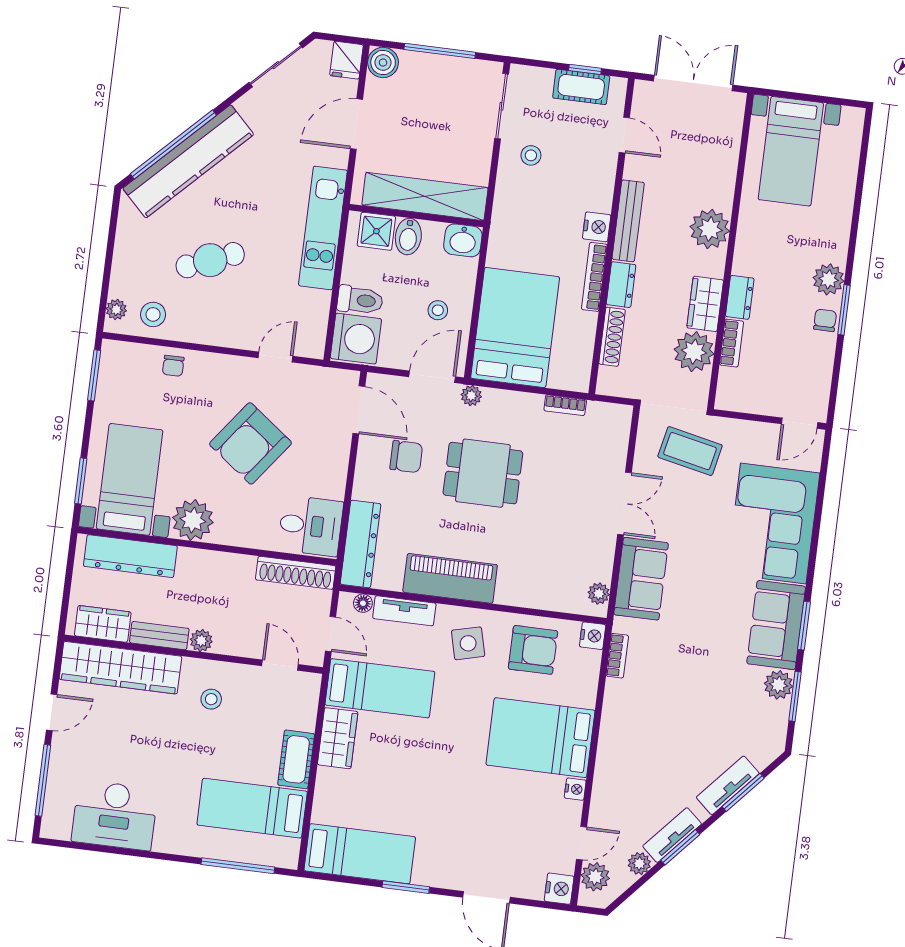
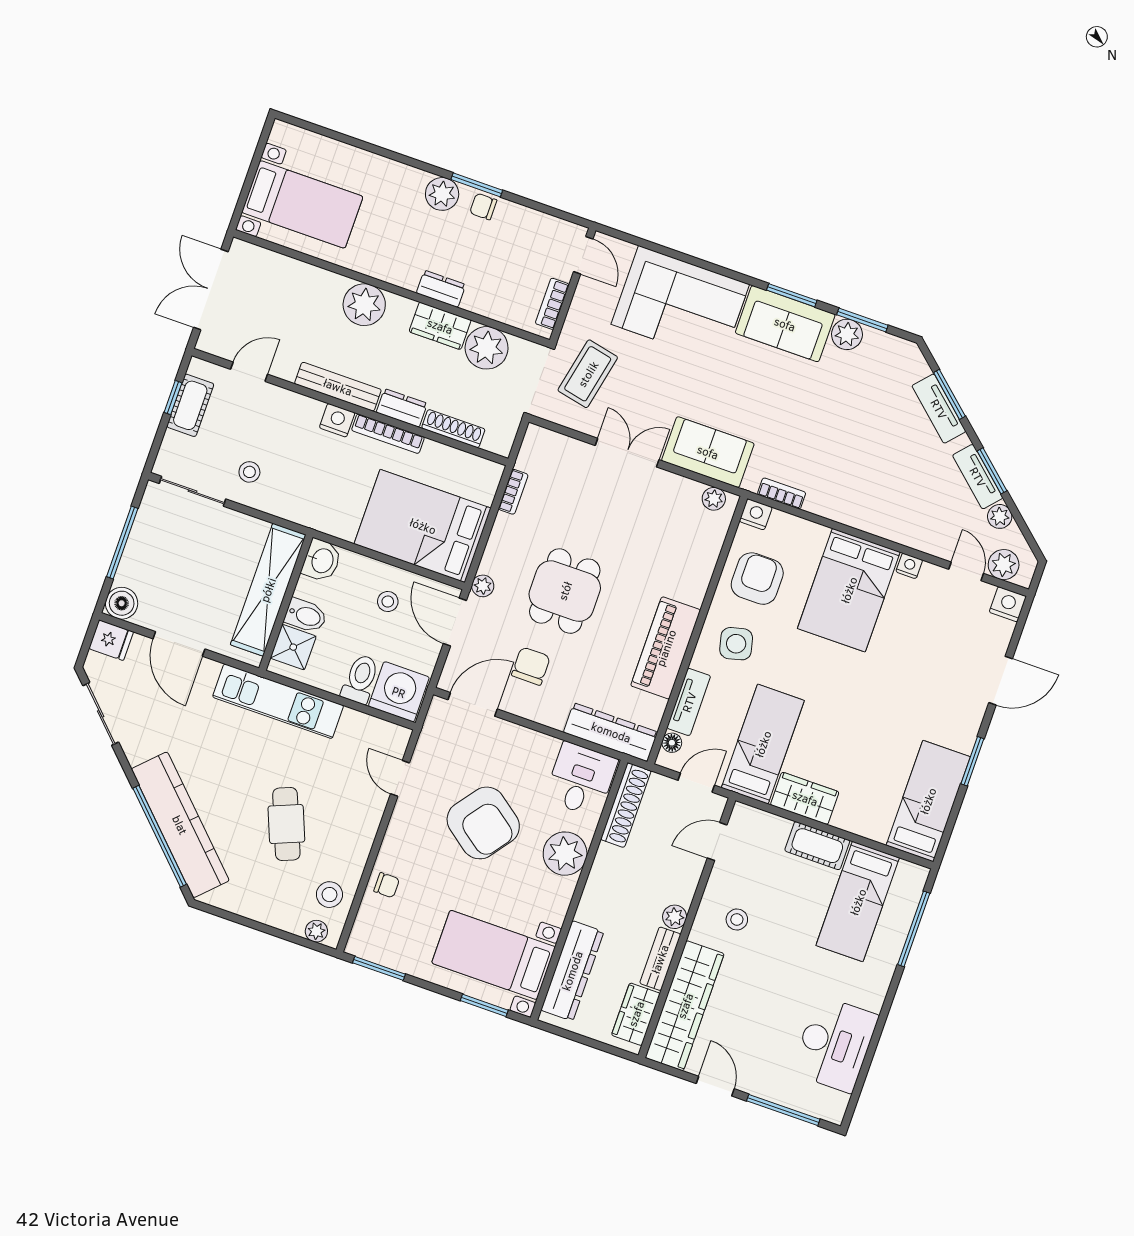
bookcase: (732, 343) -> (552, 304), moved, turned -90
plant: (193, 520) -> (565, 854), moved

